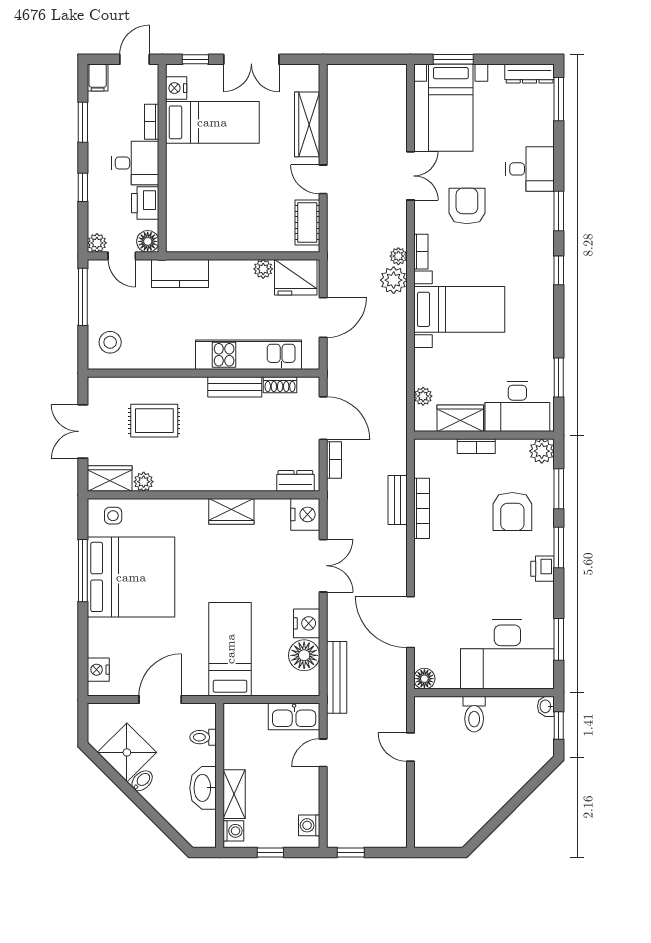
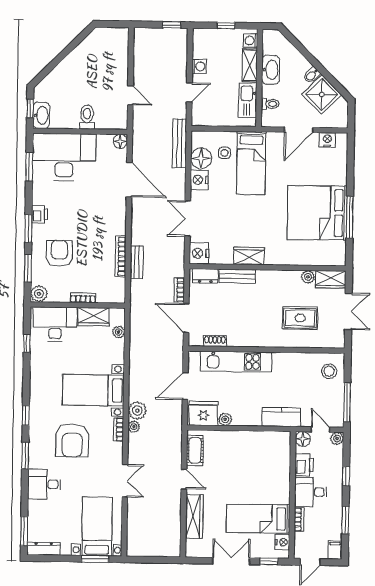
double door: (410, 176) -> (125, 481), swing flipped
armchair: (467, 206) -> (72, 440), moved, width x1.36, depth x1.36
window: (559, 378) -> (27, 343), width x0.67
bench: (235, 387) -> (237, 276), moved
side table: (113, 516) -> (224, 153), moved
nightstand: (98, 670) -> (327, 140), moved, turned -90
washbasin: (546, 706) -> (41, 115), width x1.91, depth x1.45
kitchen sink: (294, 716) -> (248, 100), moved, turned -90
washing machine: (309, 825) -> (199, 66), moved

